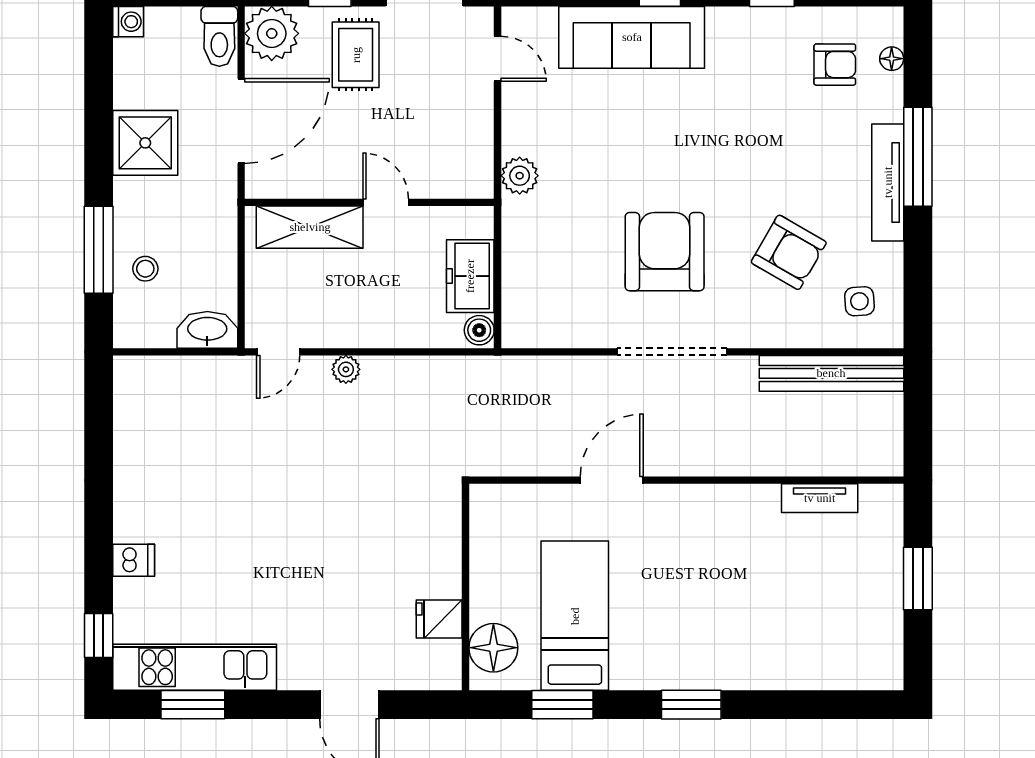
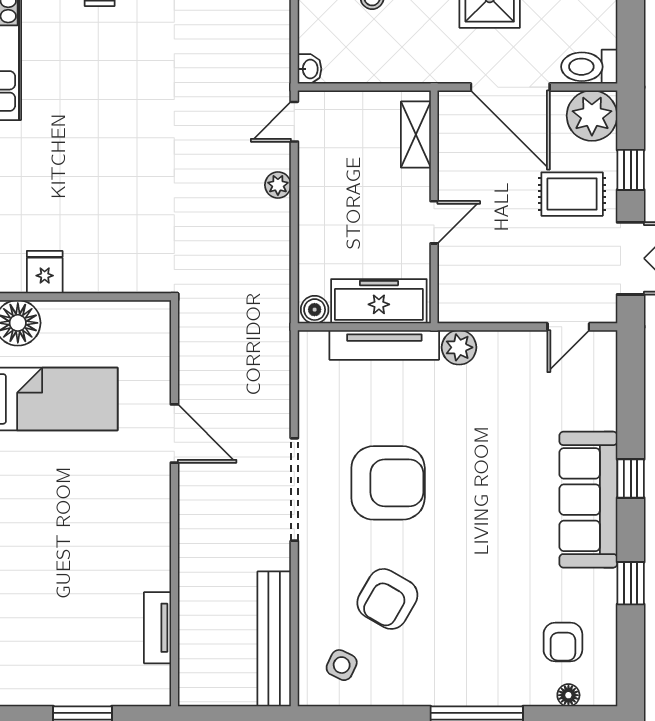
sofa: (632, 37) -> (588, 500), moved
tv unit: (888, 182) -> (384, 345), moved, turned 180
shelving: (310, 227) -> (416, 135), width x0.67, depth x0.75
freezer: (470, 276) -> (379, 301), width x1.40
side table: (859, 301) -> (342, 665), turned 30
washbasin: (207, 330) -> (310, 69), width x0.52, depth x0.69
door: (278, 352) -> (294, 122), hinge flipped

